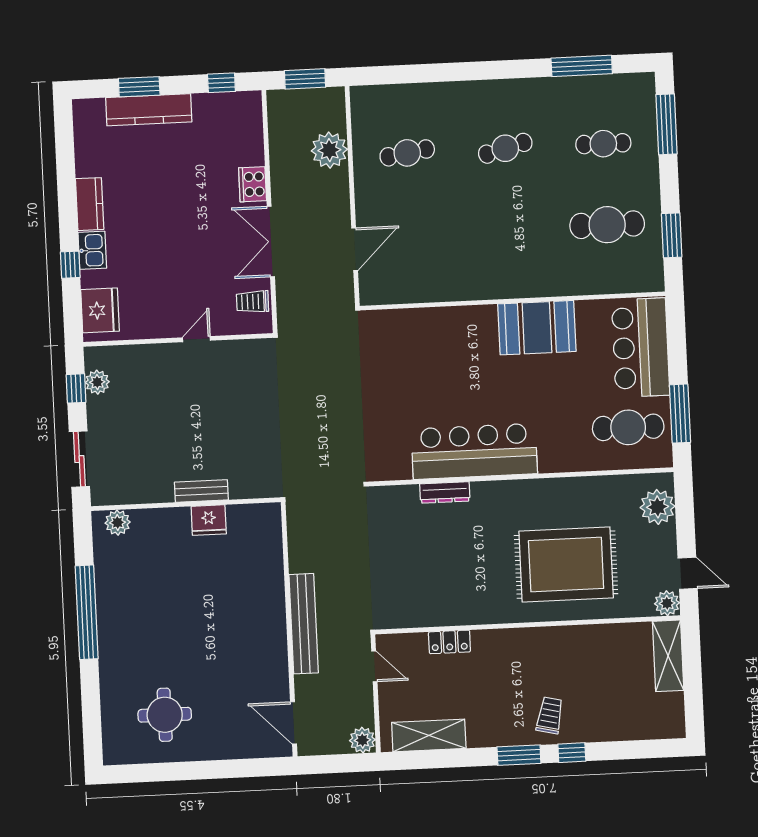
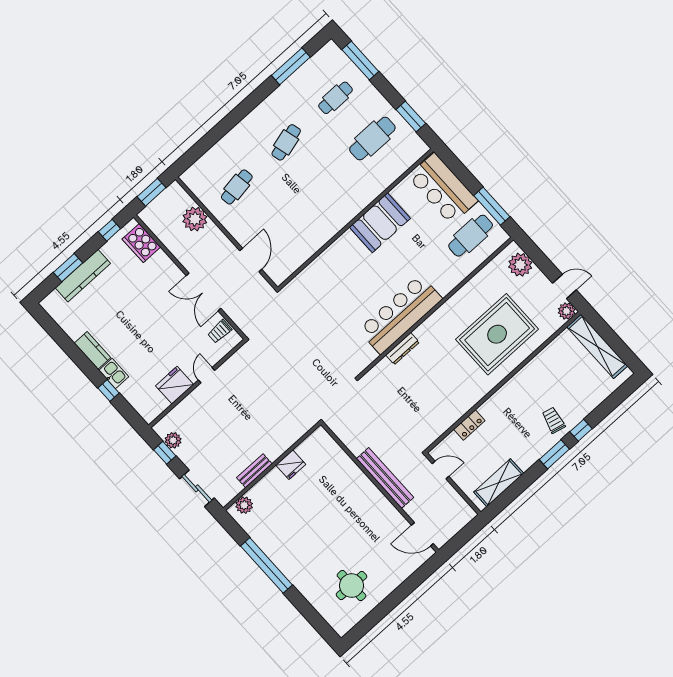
cooker: (253, 184) -> (141, 243), moved, width x1.37, depth x1.31
fridge: (100, 310) -> (175, 385), moved, turned -90
bench: (201, 491) -> (254, 471), moved
shelving: (668, 656) -> (597, 346), width x1.47
plant: (362, 740) -> (466, 514), removed

